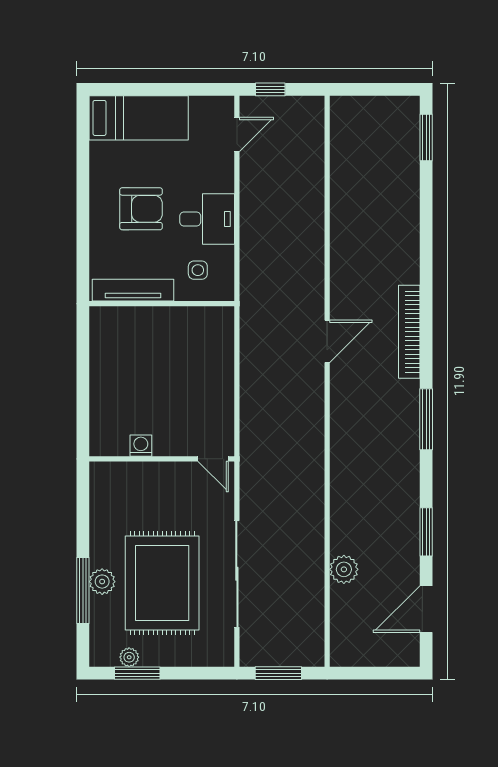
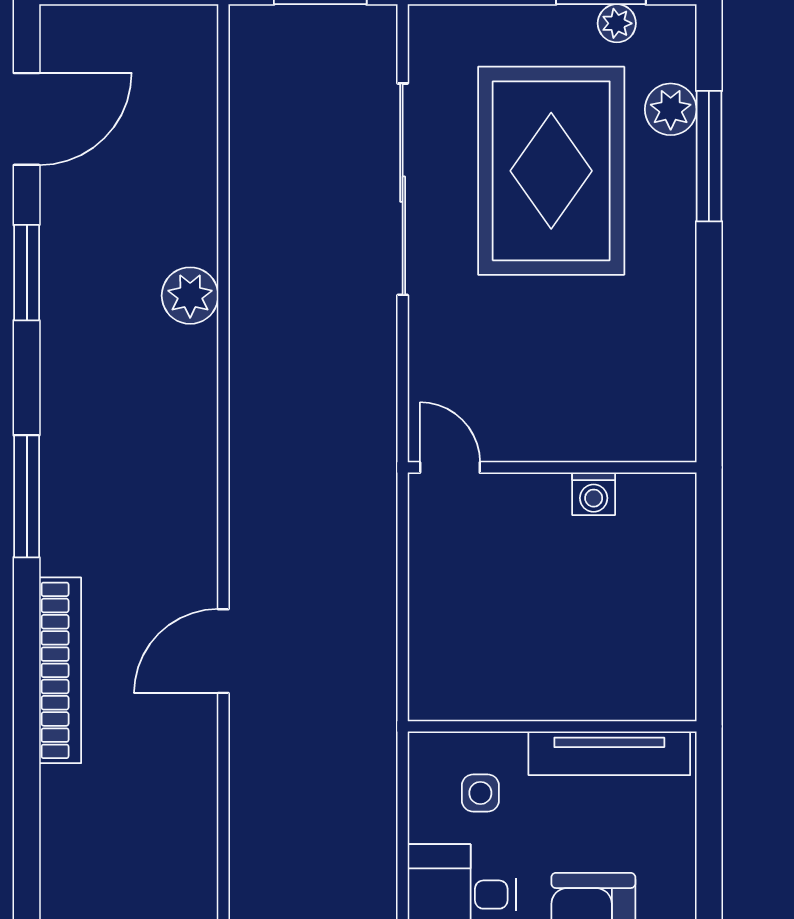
washing machine: (141, 446) -> (594, 494), moved
wall: (162, 459) -> (552, 467), moved
door: (213, 459) -> (450, 467), moved
plant: (344, 569) -> (190, 296), moved
plant: (102, 582) -> (671, 109), moved

